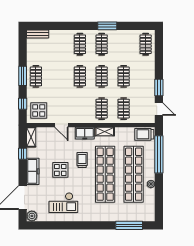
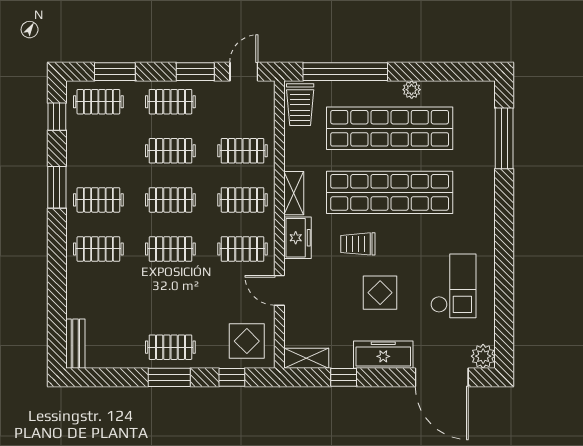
window: (139, 26) -> (57, 117), added
window: (159, 52) -> (115, 72), added
clothes rail: (146, 76) -> (170, 102), added
clothes rail: (80, 109) -> (242, 249), added
door: (61, 125) -> (279, 290), swing flipped

